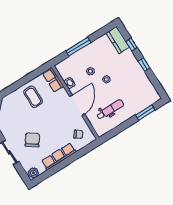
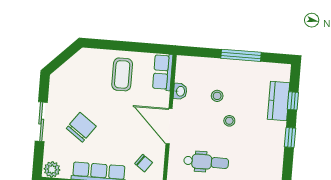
kitchen counter: (118, 40) -> (279, 101), moved
window: (78, 47) -> (241, 55), moved
door: (77, 105) -> (169, 126), swing flipped

